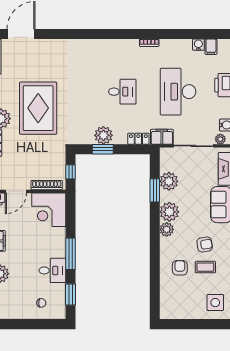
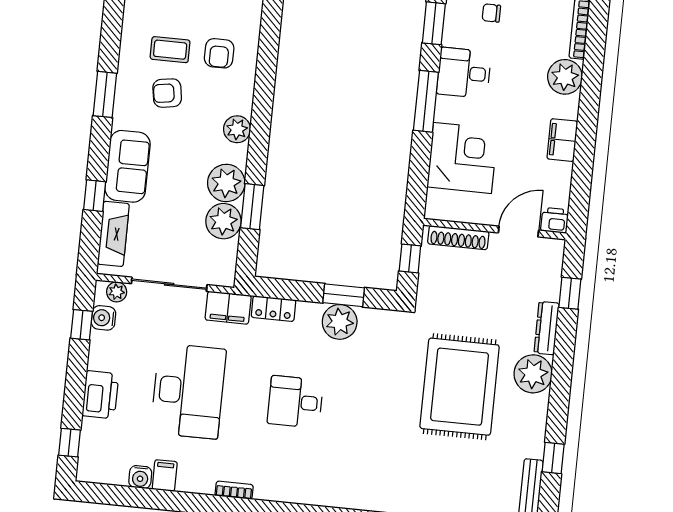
filing cabinet: (211, 47) -> (165, 476), moved
corner desk: (49, 210) -> (462, 158), moved
plant: (169, 212) -> (226, 183), moved

